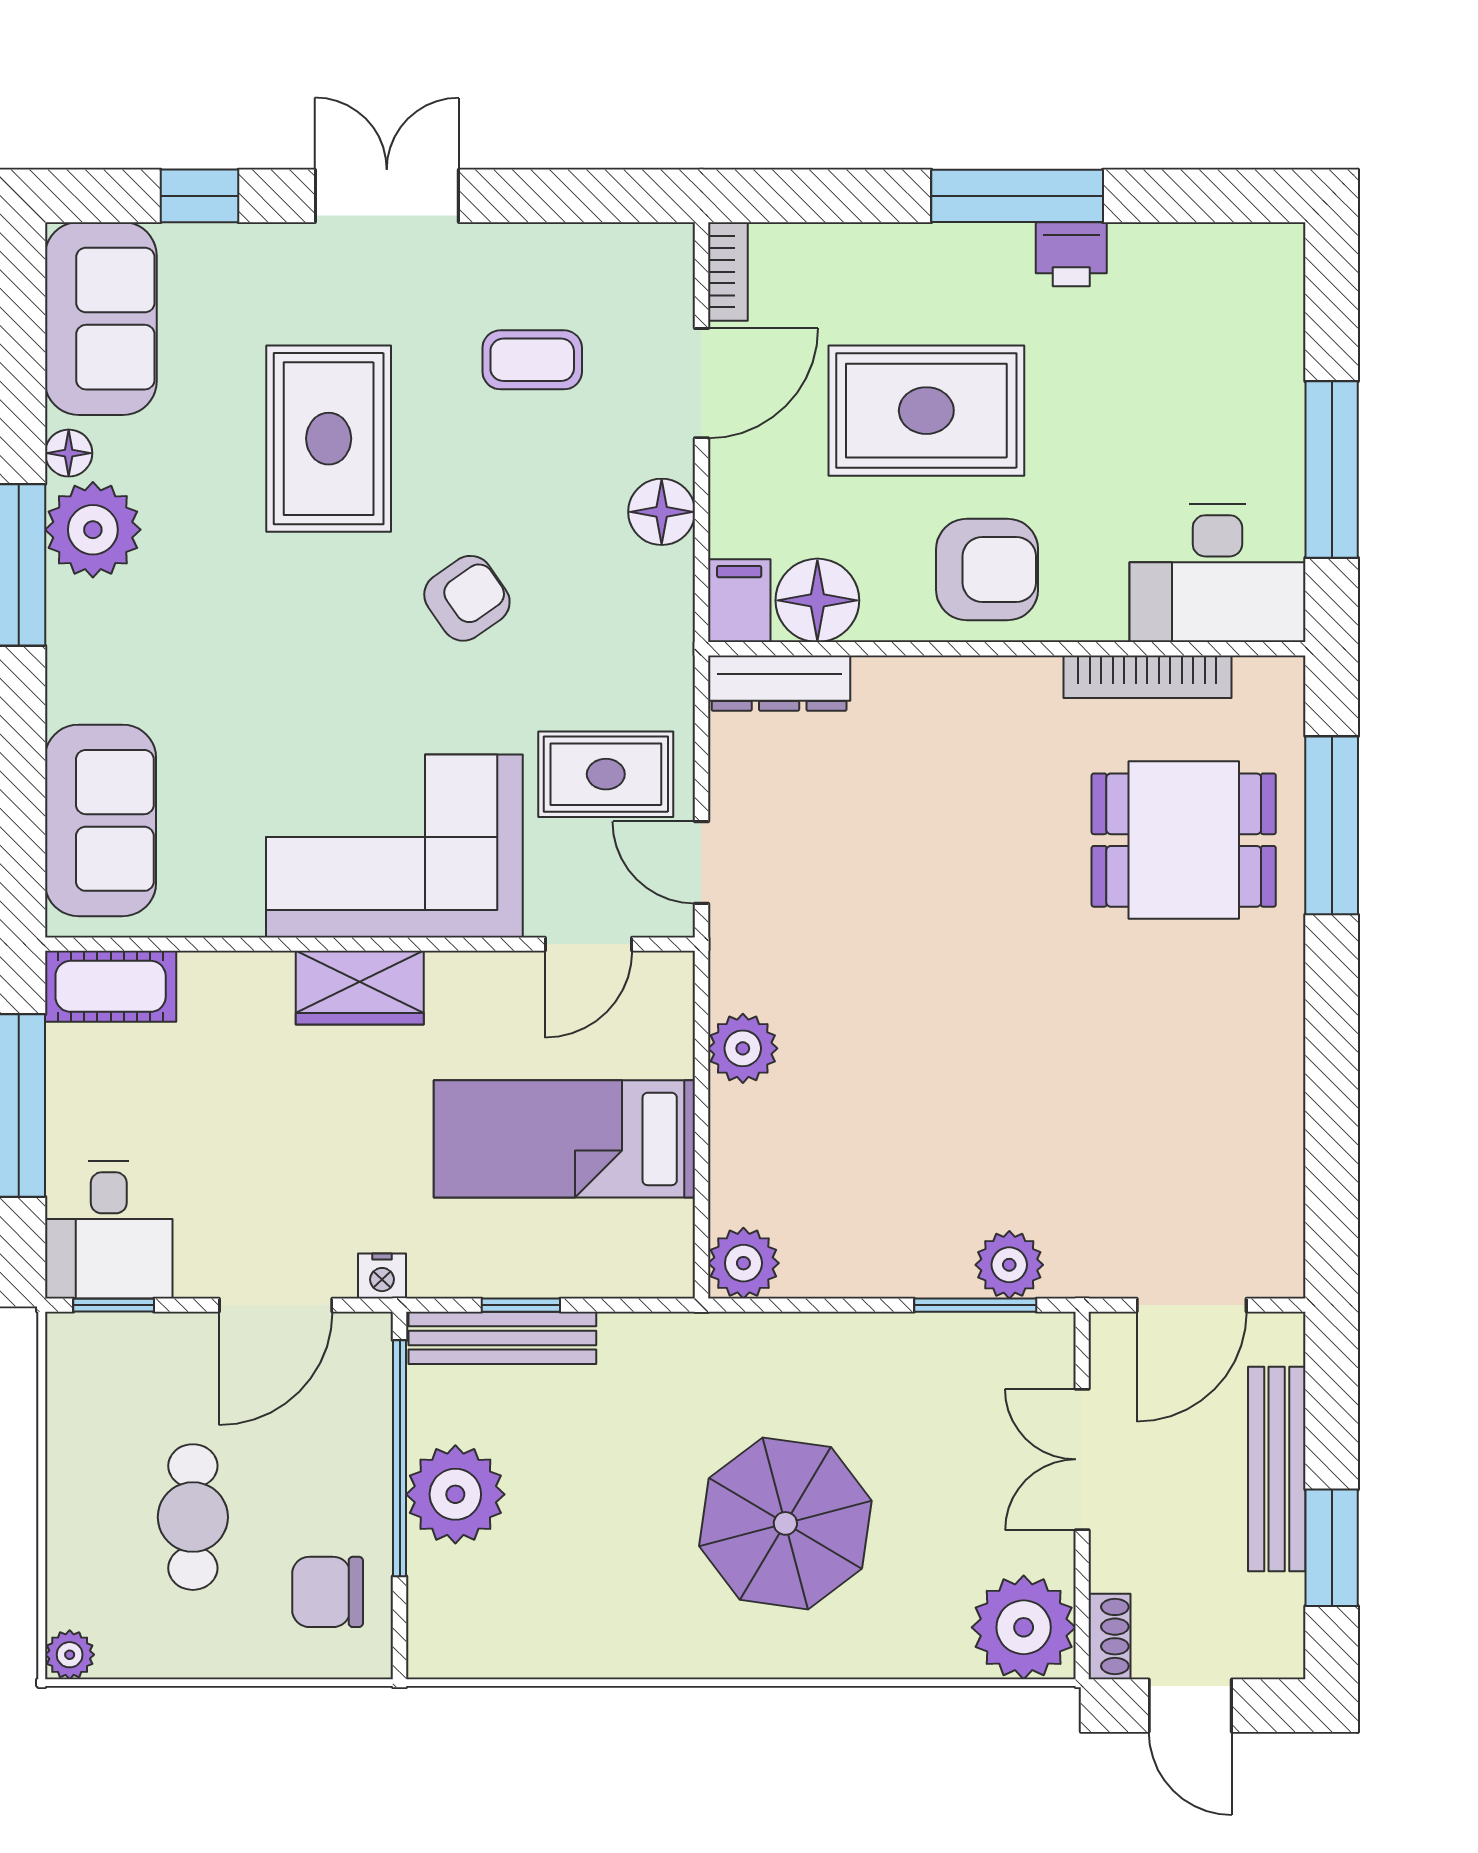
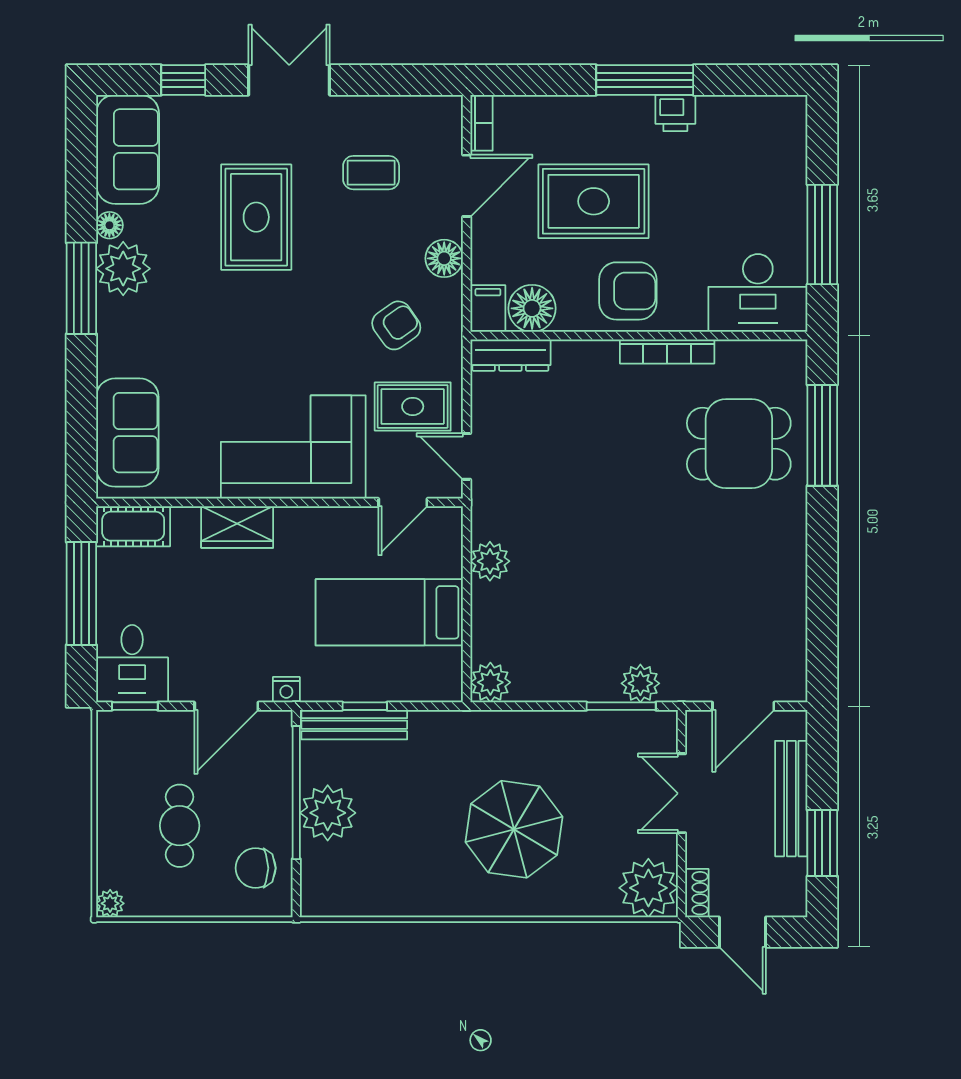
armchair: (467, 598) -> (396, 325), moved
bookcase: (1147, 677) -> (667, 351), moved
wardrobe: (360, 988) -> (237, 527), moved

